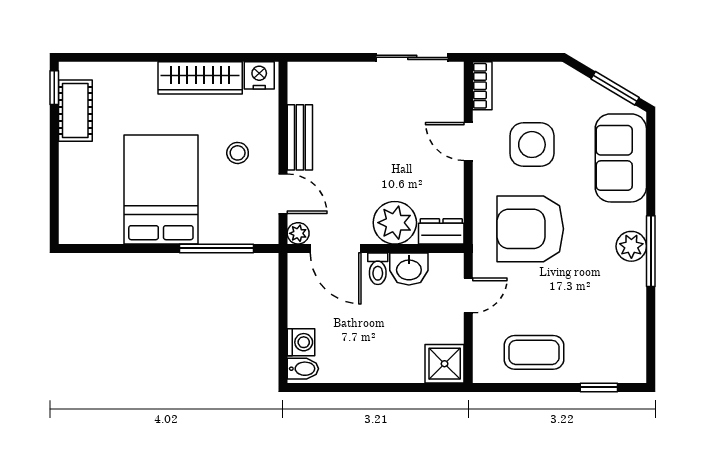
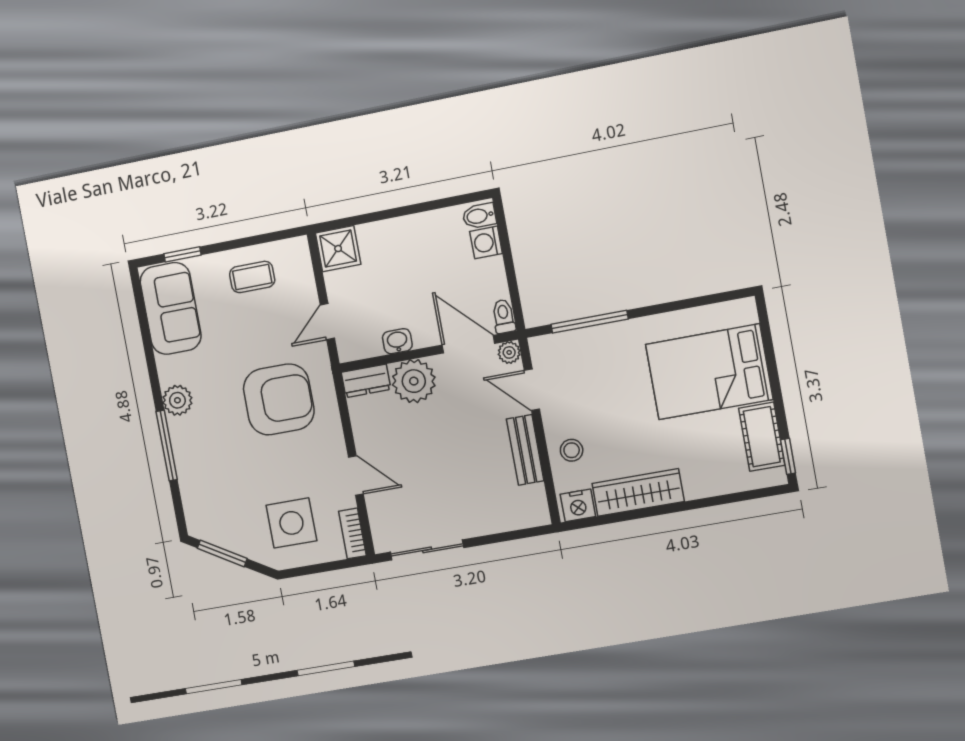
side table: (532, 145) -> (291, 523), moved
stool: (238, 153) -> (572, 450), moved
sofa: (621, 158) -> (171, 308), moved
bed: (161, 189) -> (709, 372), moved, turned 90
window: (651, 251) -> (167, 446), moved
toilet: (378, 269) -> (504, 316), moved
washbasin: (409, 269) -> (397, 341), width x0.72, depth x0.69
coffee table: (534, 352) -> (252, 277), width x0.73, depth x0.77

